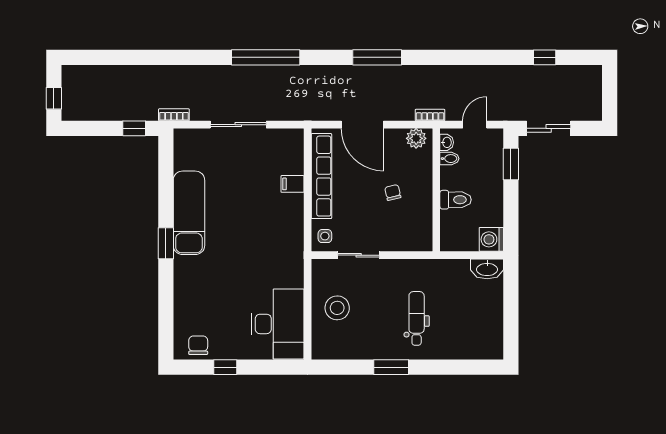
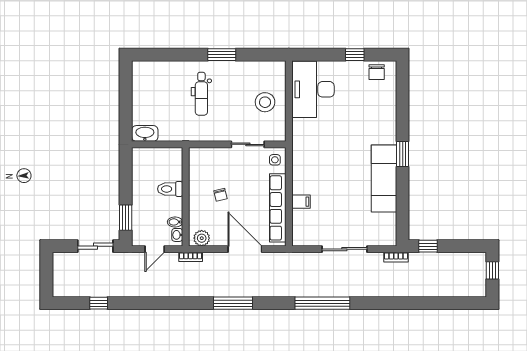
washing machine: (491, 239) -> (141, 157), removed

